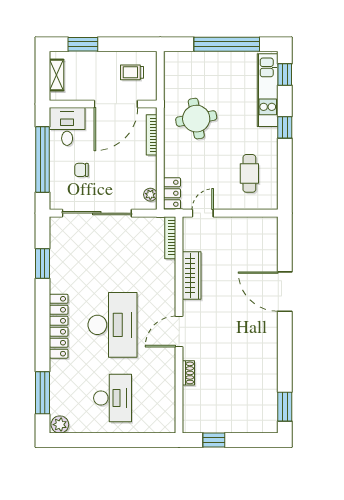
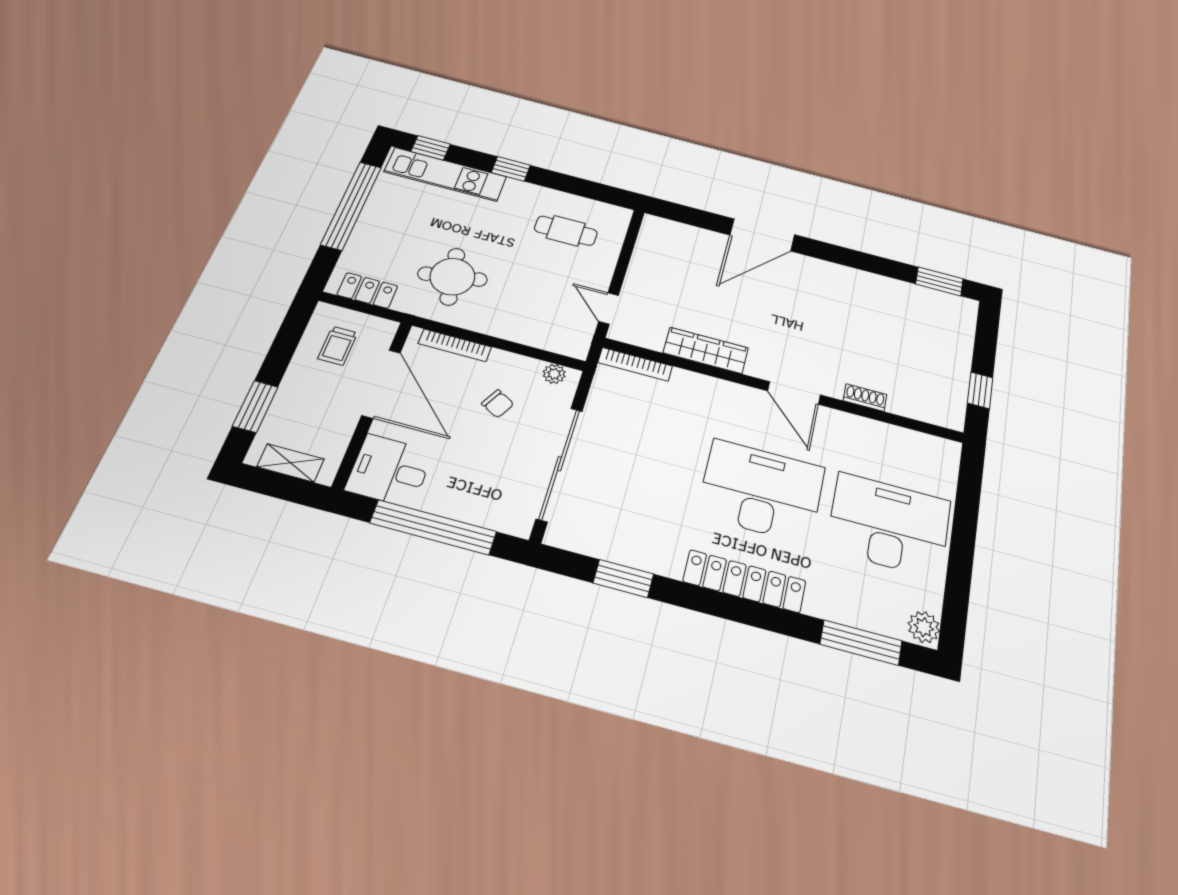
chair: (82, 170) -> (498, 404), moved, turned -61
locker: (172, 193) -> (367, 290), moved
desk: (112, 398) -> (889, 525), width x1.36, depth x1.30

